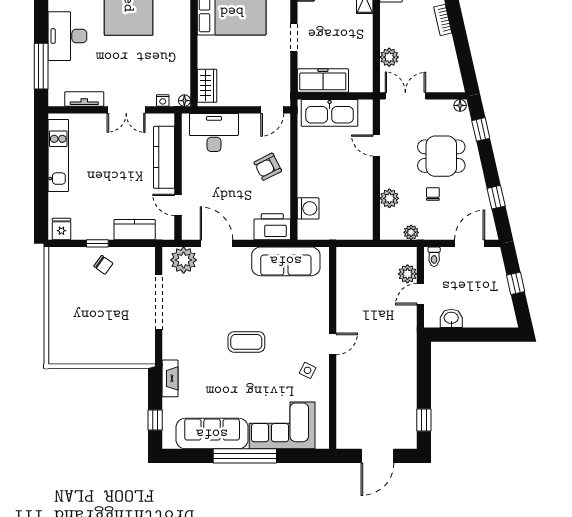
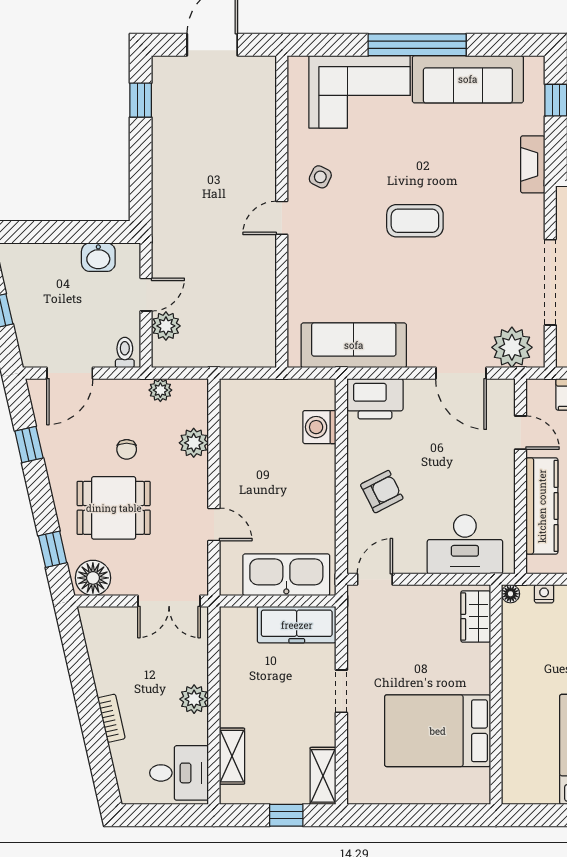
plant: (389, 57) -> (194, 699), moved
floor lamp: (460, 105) -> (93, 578), width x1.89, depth x1.89

